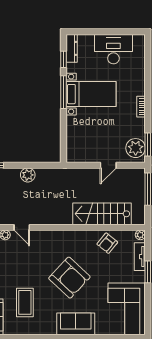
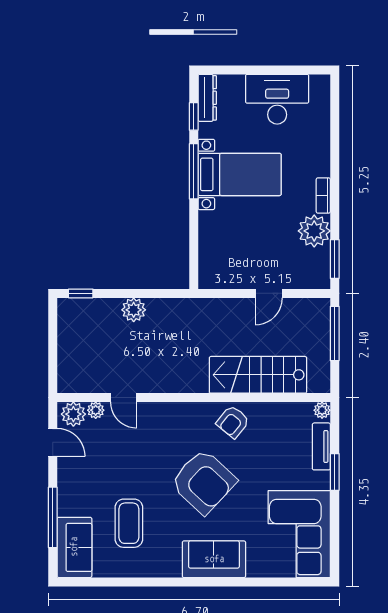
plant: (136, 148) -> (314, 231), moved
armchair: (107, 243) -> (233, 422), moved

